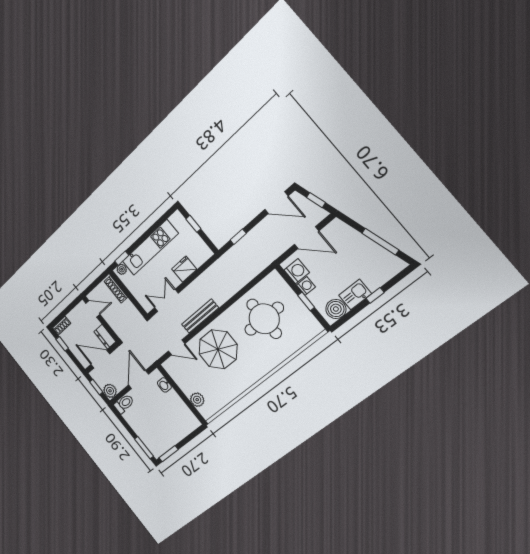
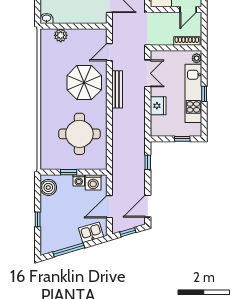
window: (122, 258) -> (204, 94), moved
kitchen sink: (355, 295) -> (91, 232), moved, turned -107
washbasin: (164, 385) -> (47, 18), moved

